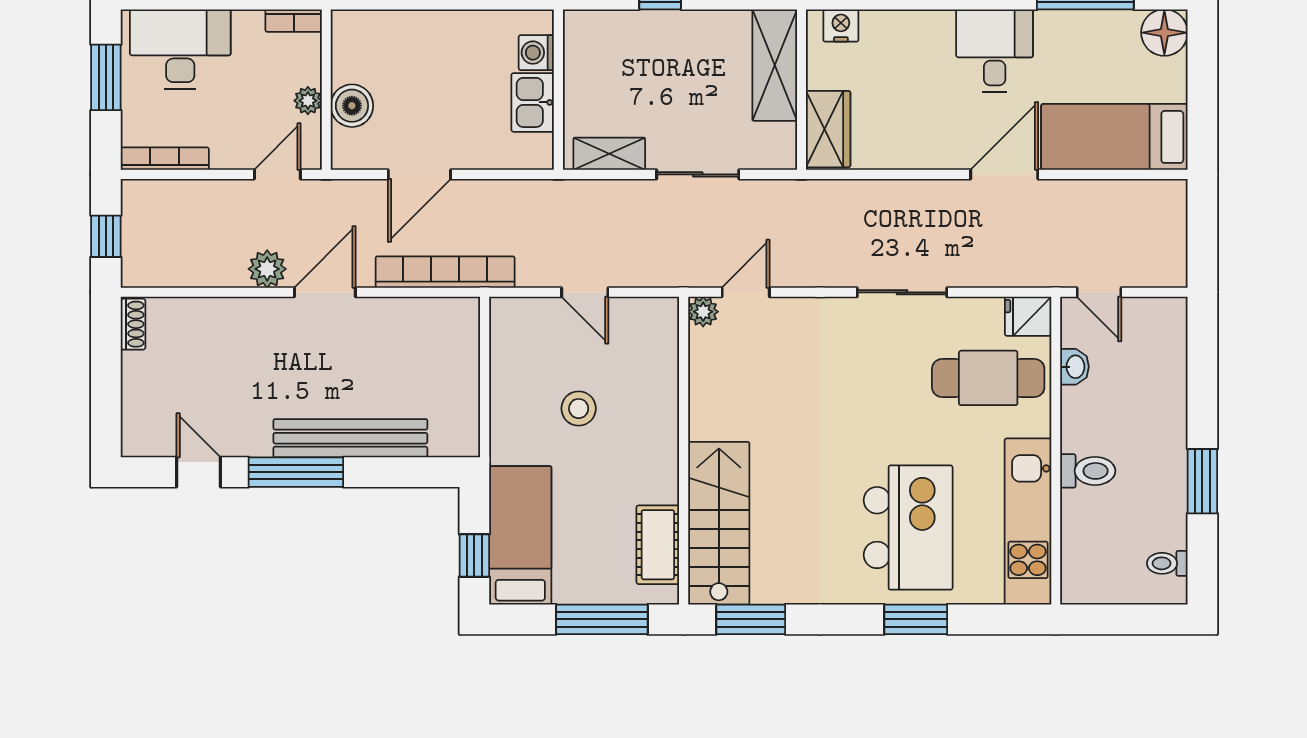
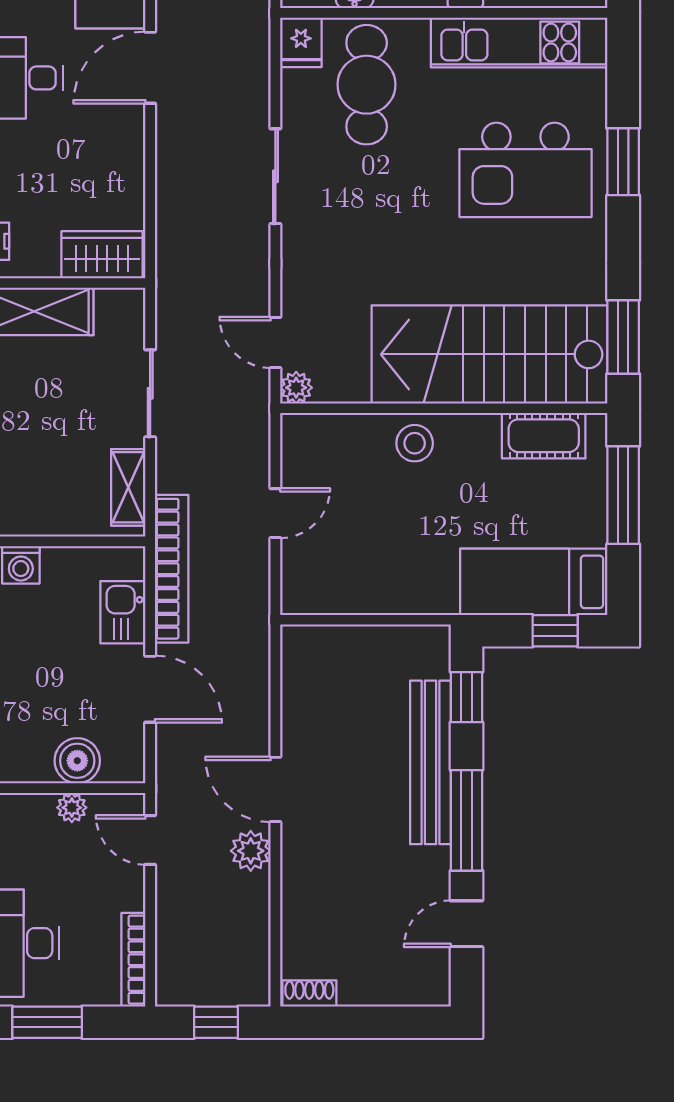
kitchen sink: (533, 102) -> (123, 612), moved, turned 90
door: (1004, 174) -> (150, 68), hinge flipped
bookcase: (445, 272) -> (172, 569), moved, turned 180
stool: (579, 409) -> (415, 443), moved
window: (412, 472) -> (466, 697), added
stairs: (719, 523) -> (489, 354), width x1.36, depth x1.51
kitchen island: (908, 528) -> (525, 170), turned 180

